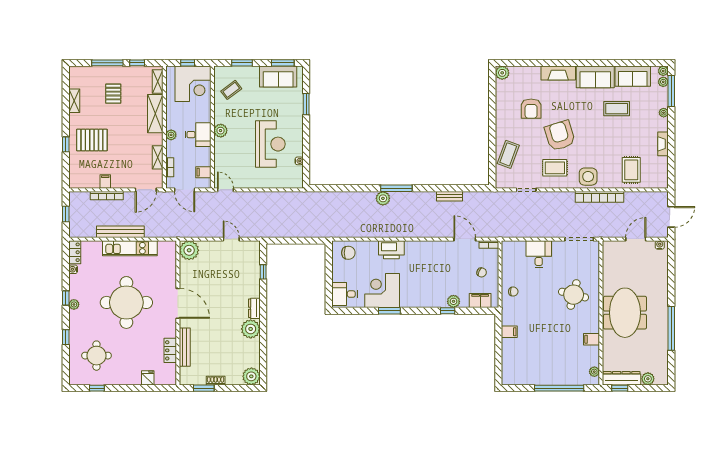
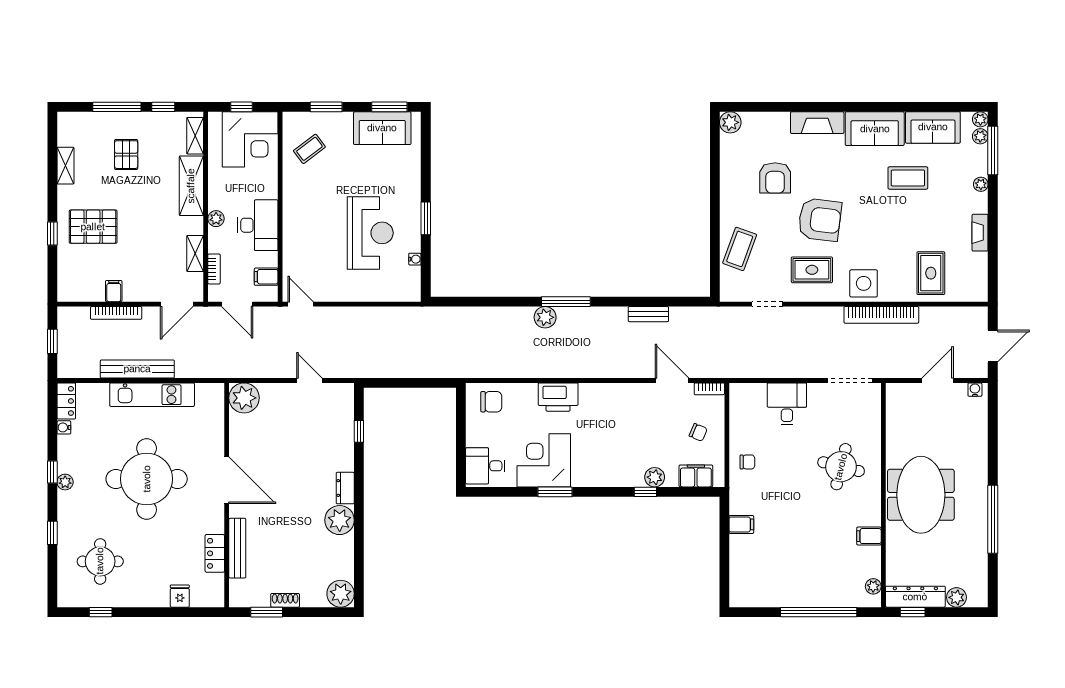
window: (306, 104) -> (426, 218), moved
plant: (221, 131) -> (293, 212), removed
desk: (198, 135) -> (258, 225), width x1.37
armchair: (560, 136) -> (820, 220), turned 114

